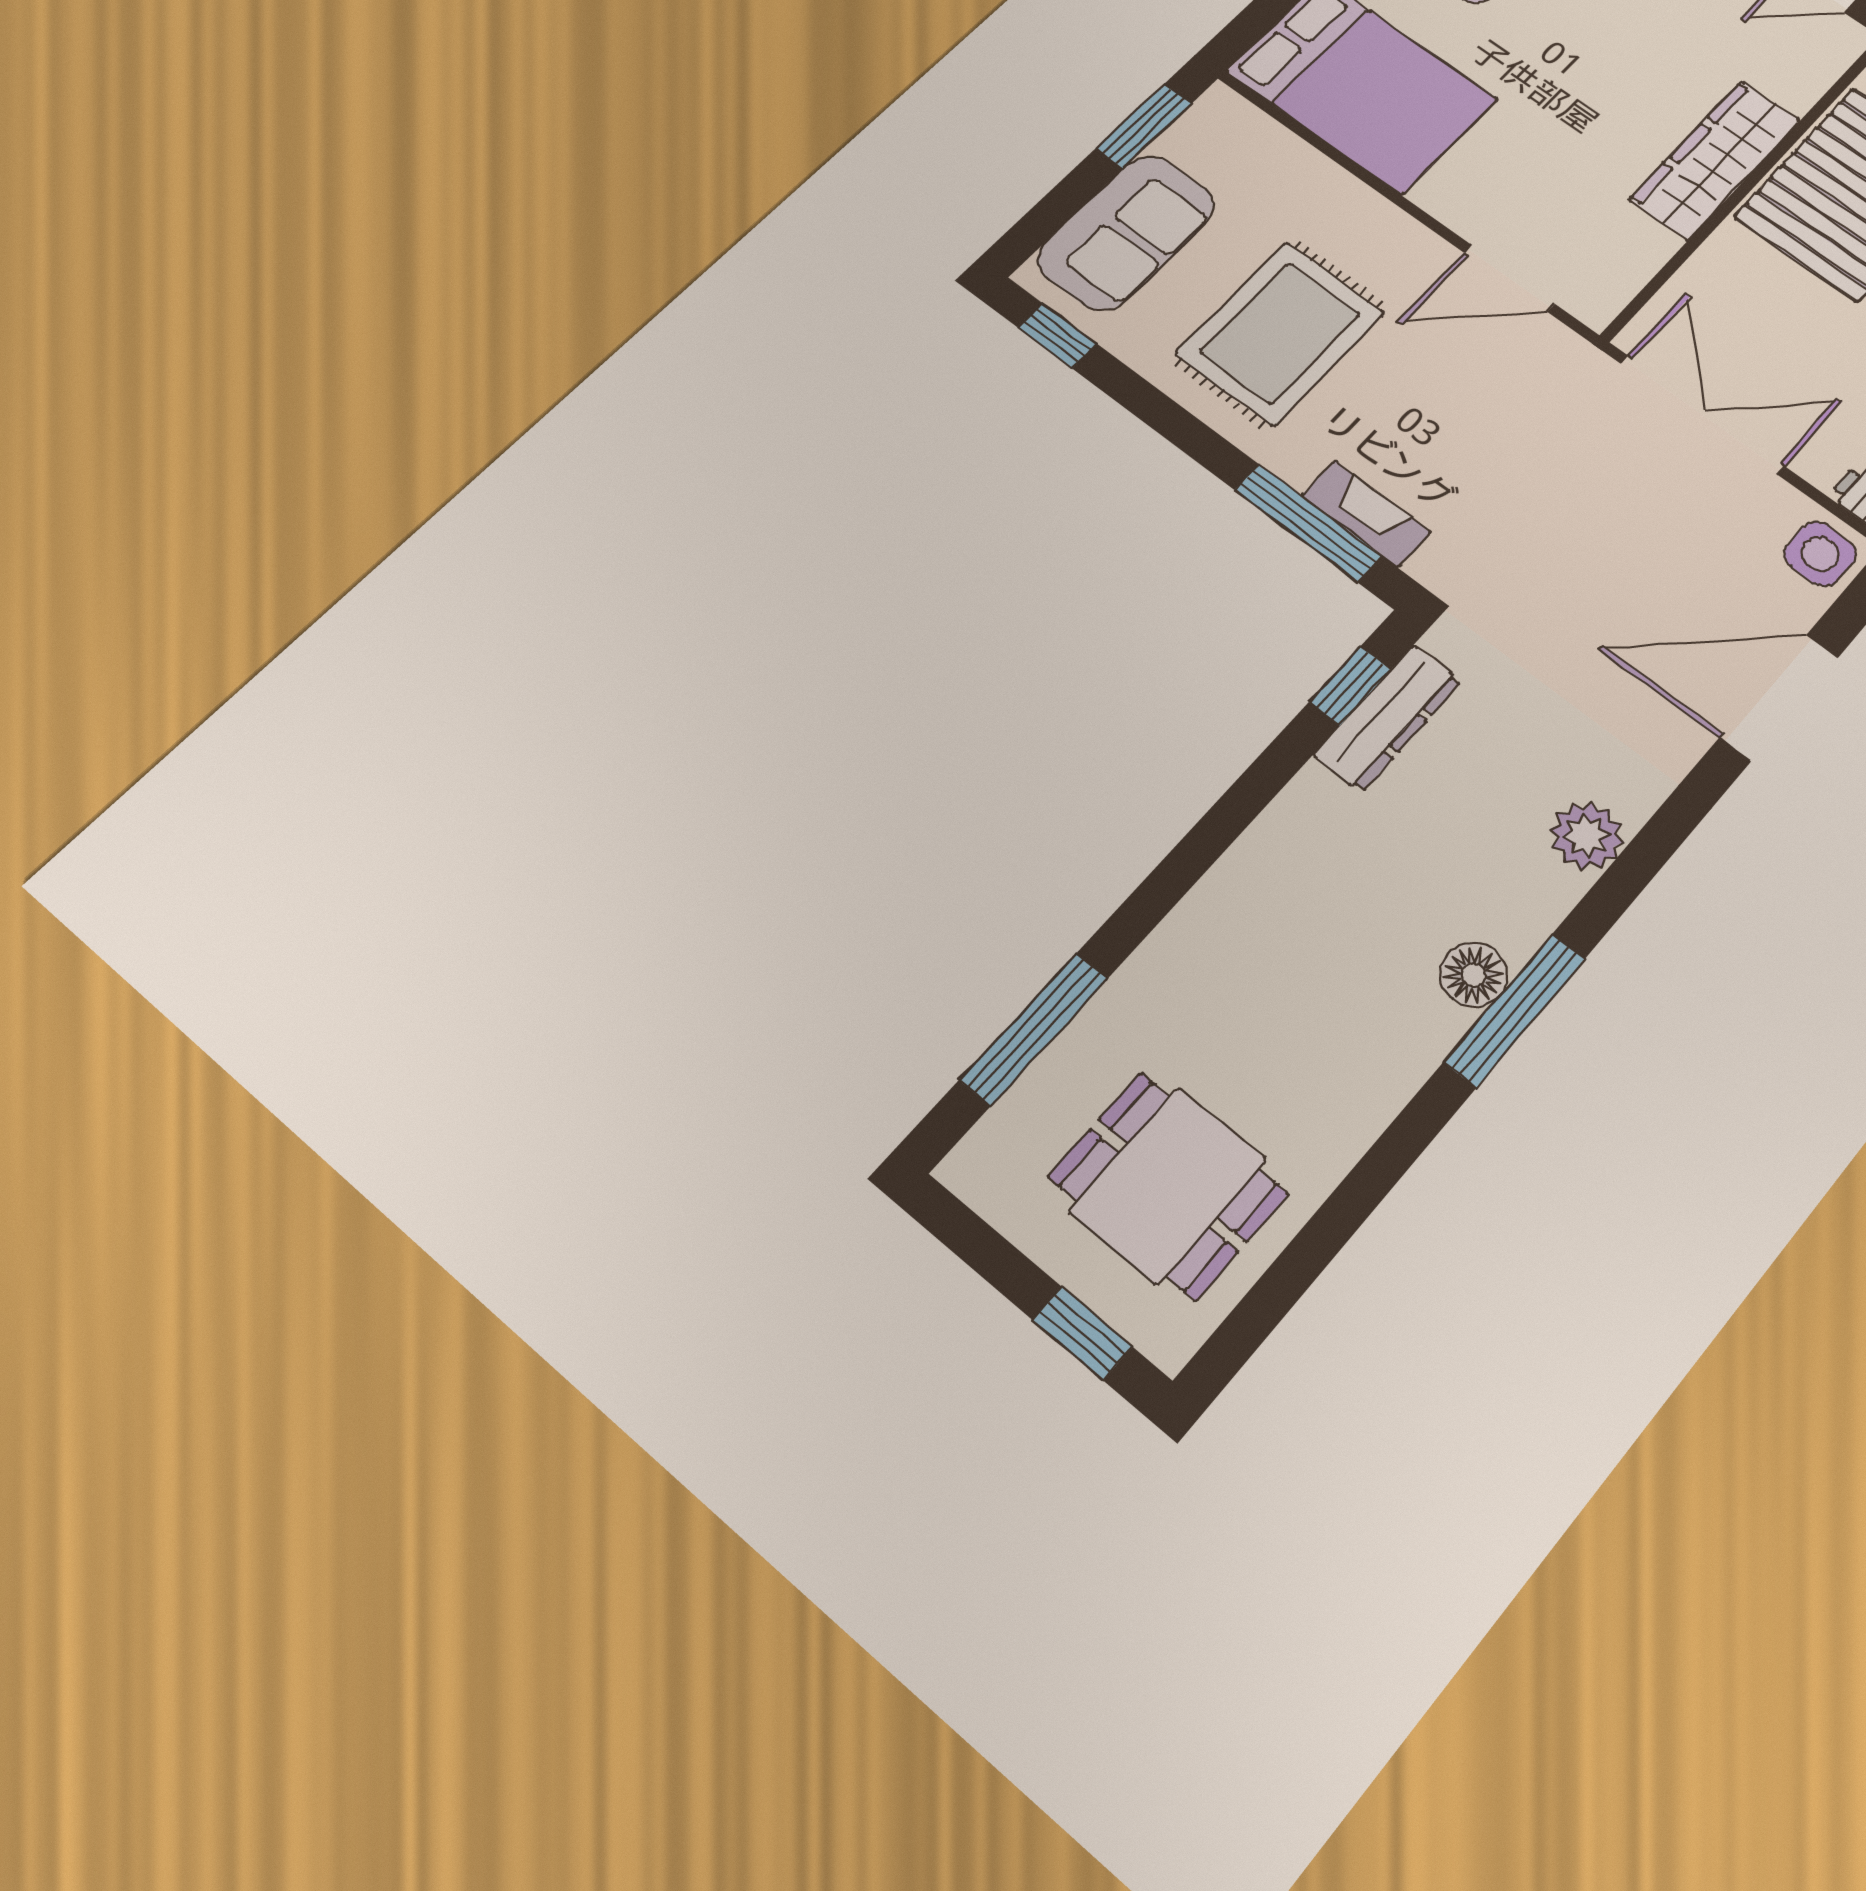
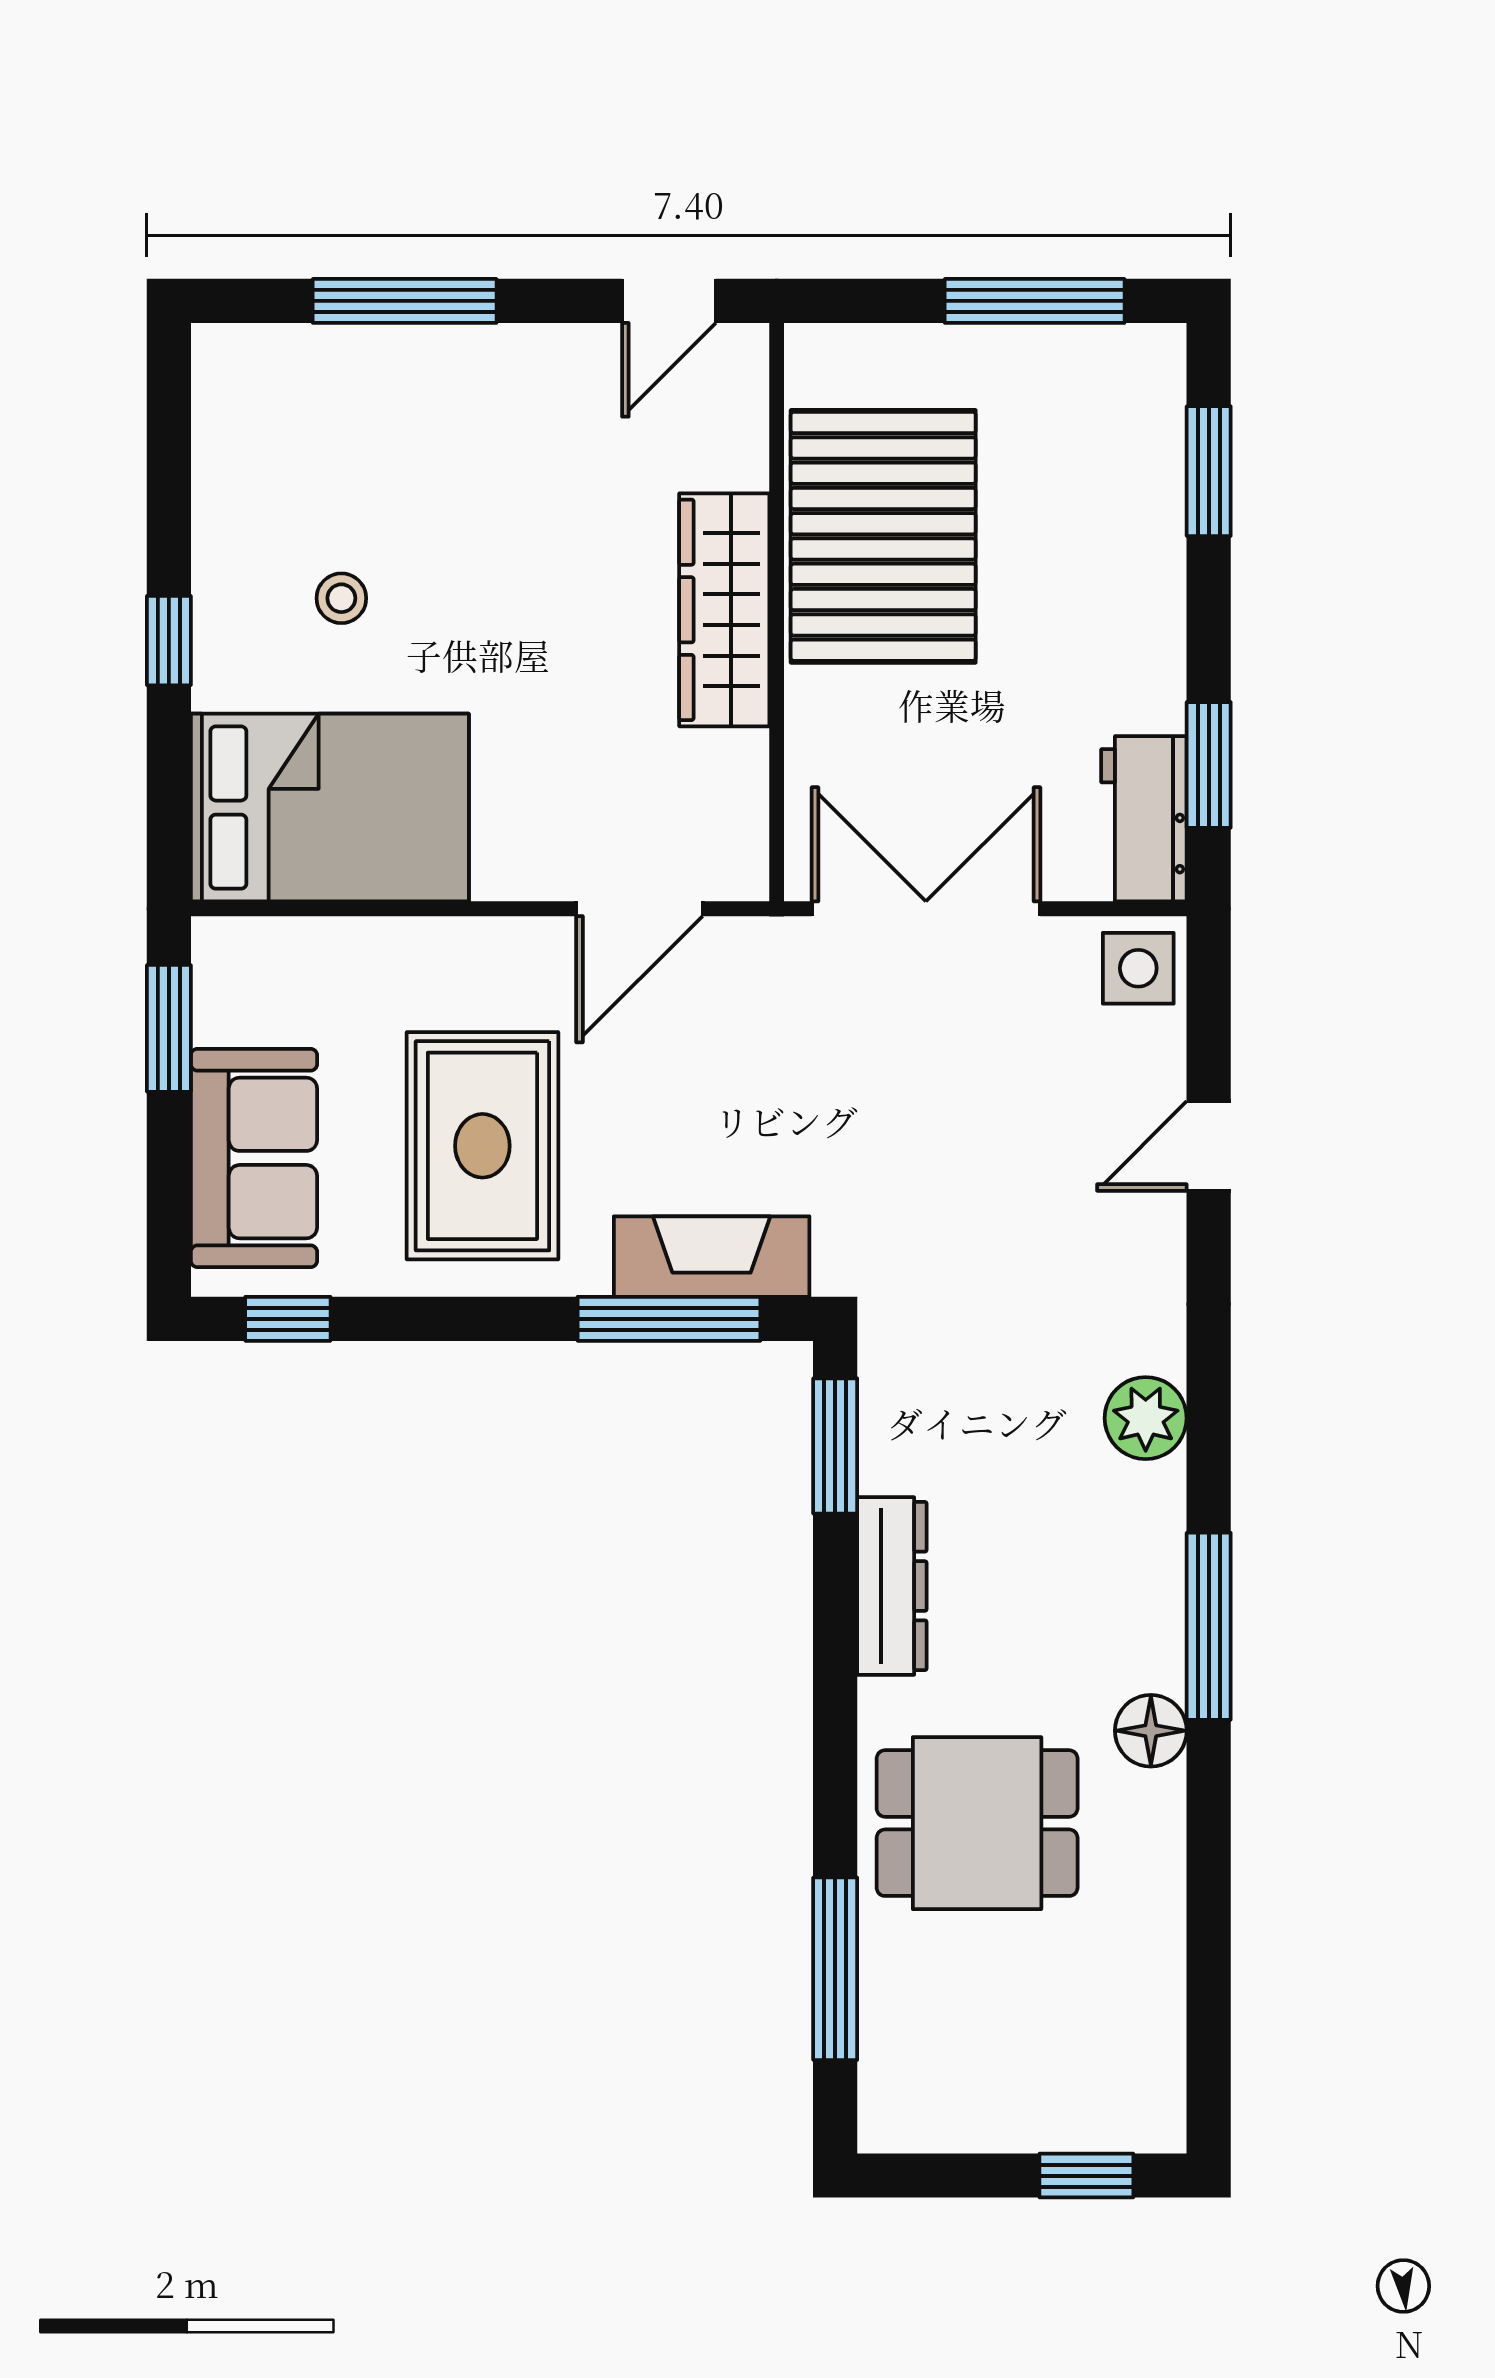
fireplace: (1366, 514) -> (712, 1257), width x1.37, depth x1.32
window: (1350, 686) -> (835, 1446), width x1.50
door: (1779, 697) -> (1209, 1146), width x0.53
dresser: (1388, 718) -> (892, 1586), moved
floor lamp: (1474, 975) -> (1151, 1731), moved
dining table: (1168, 1185) -> (977, 1823), moved

